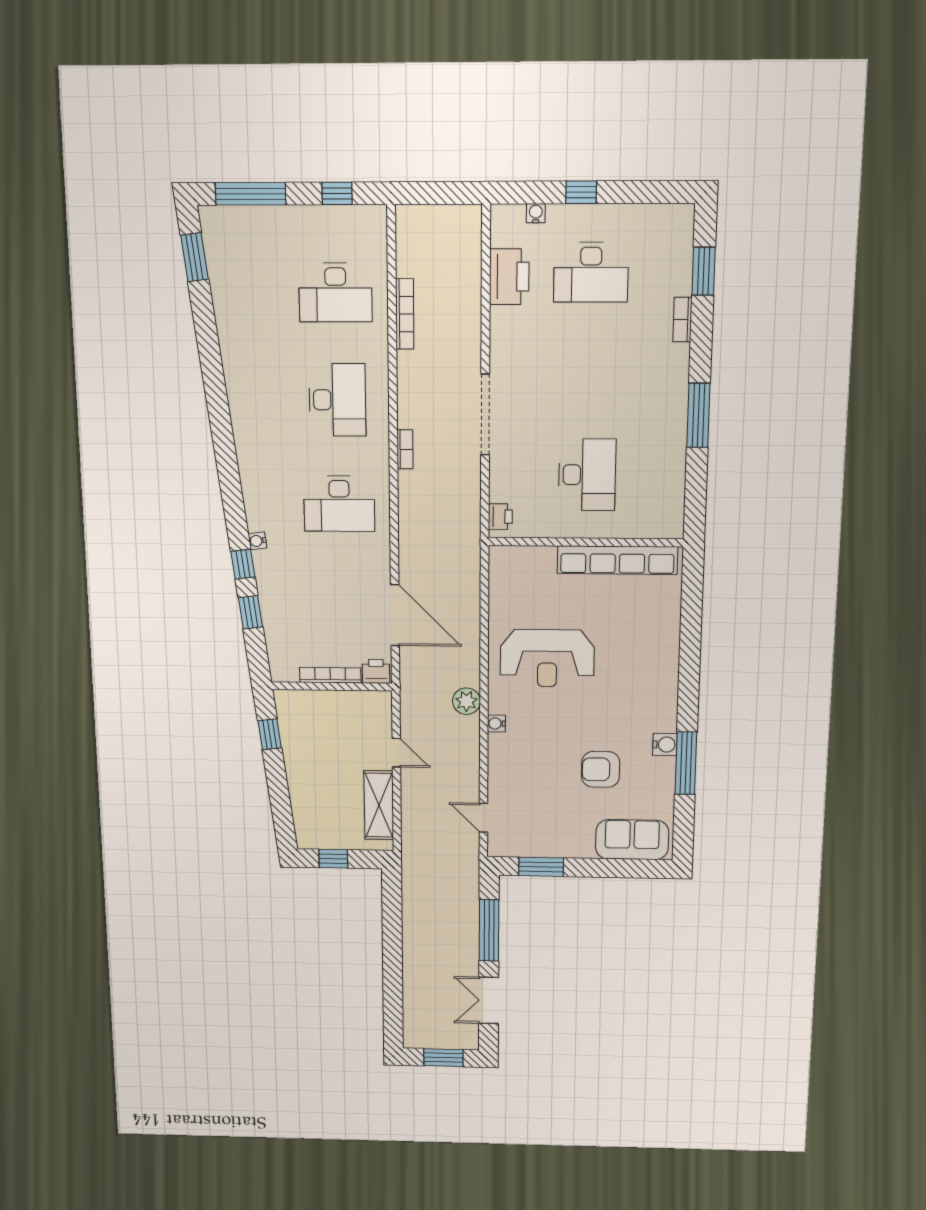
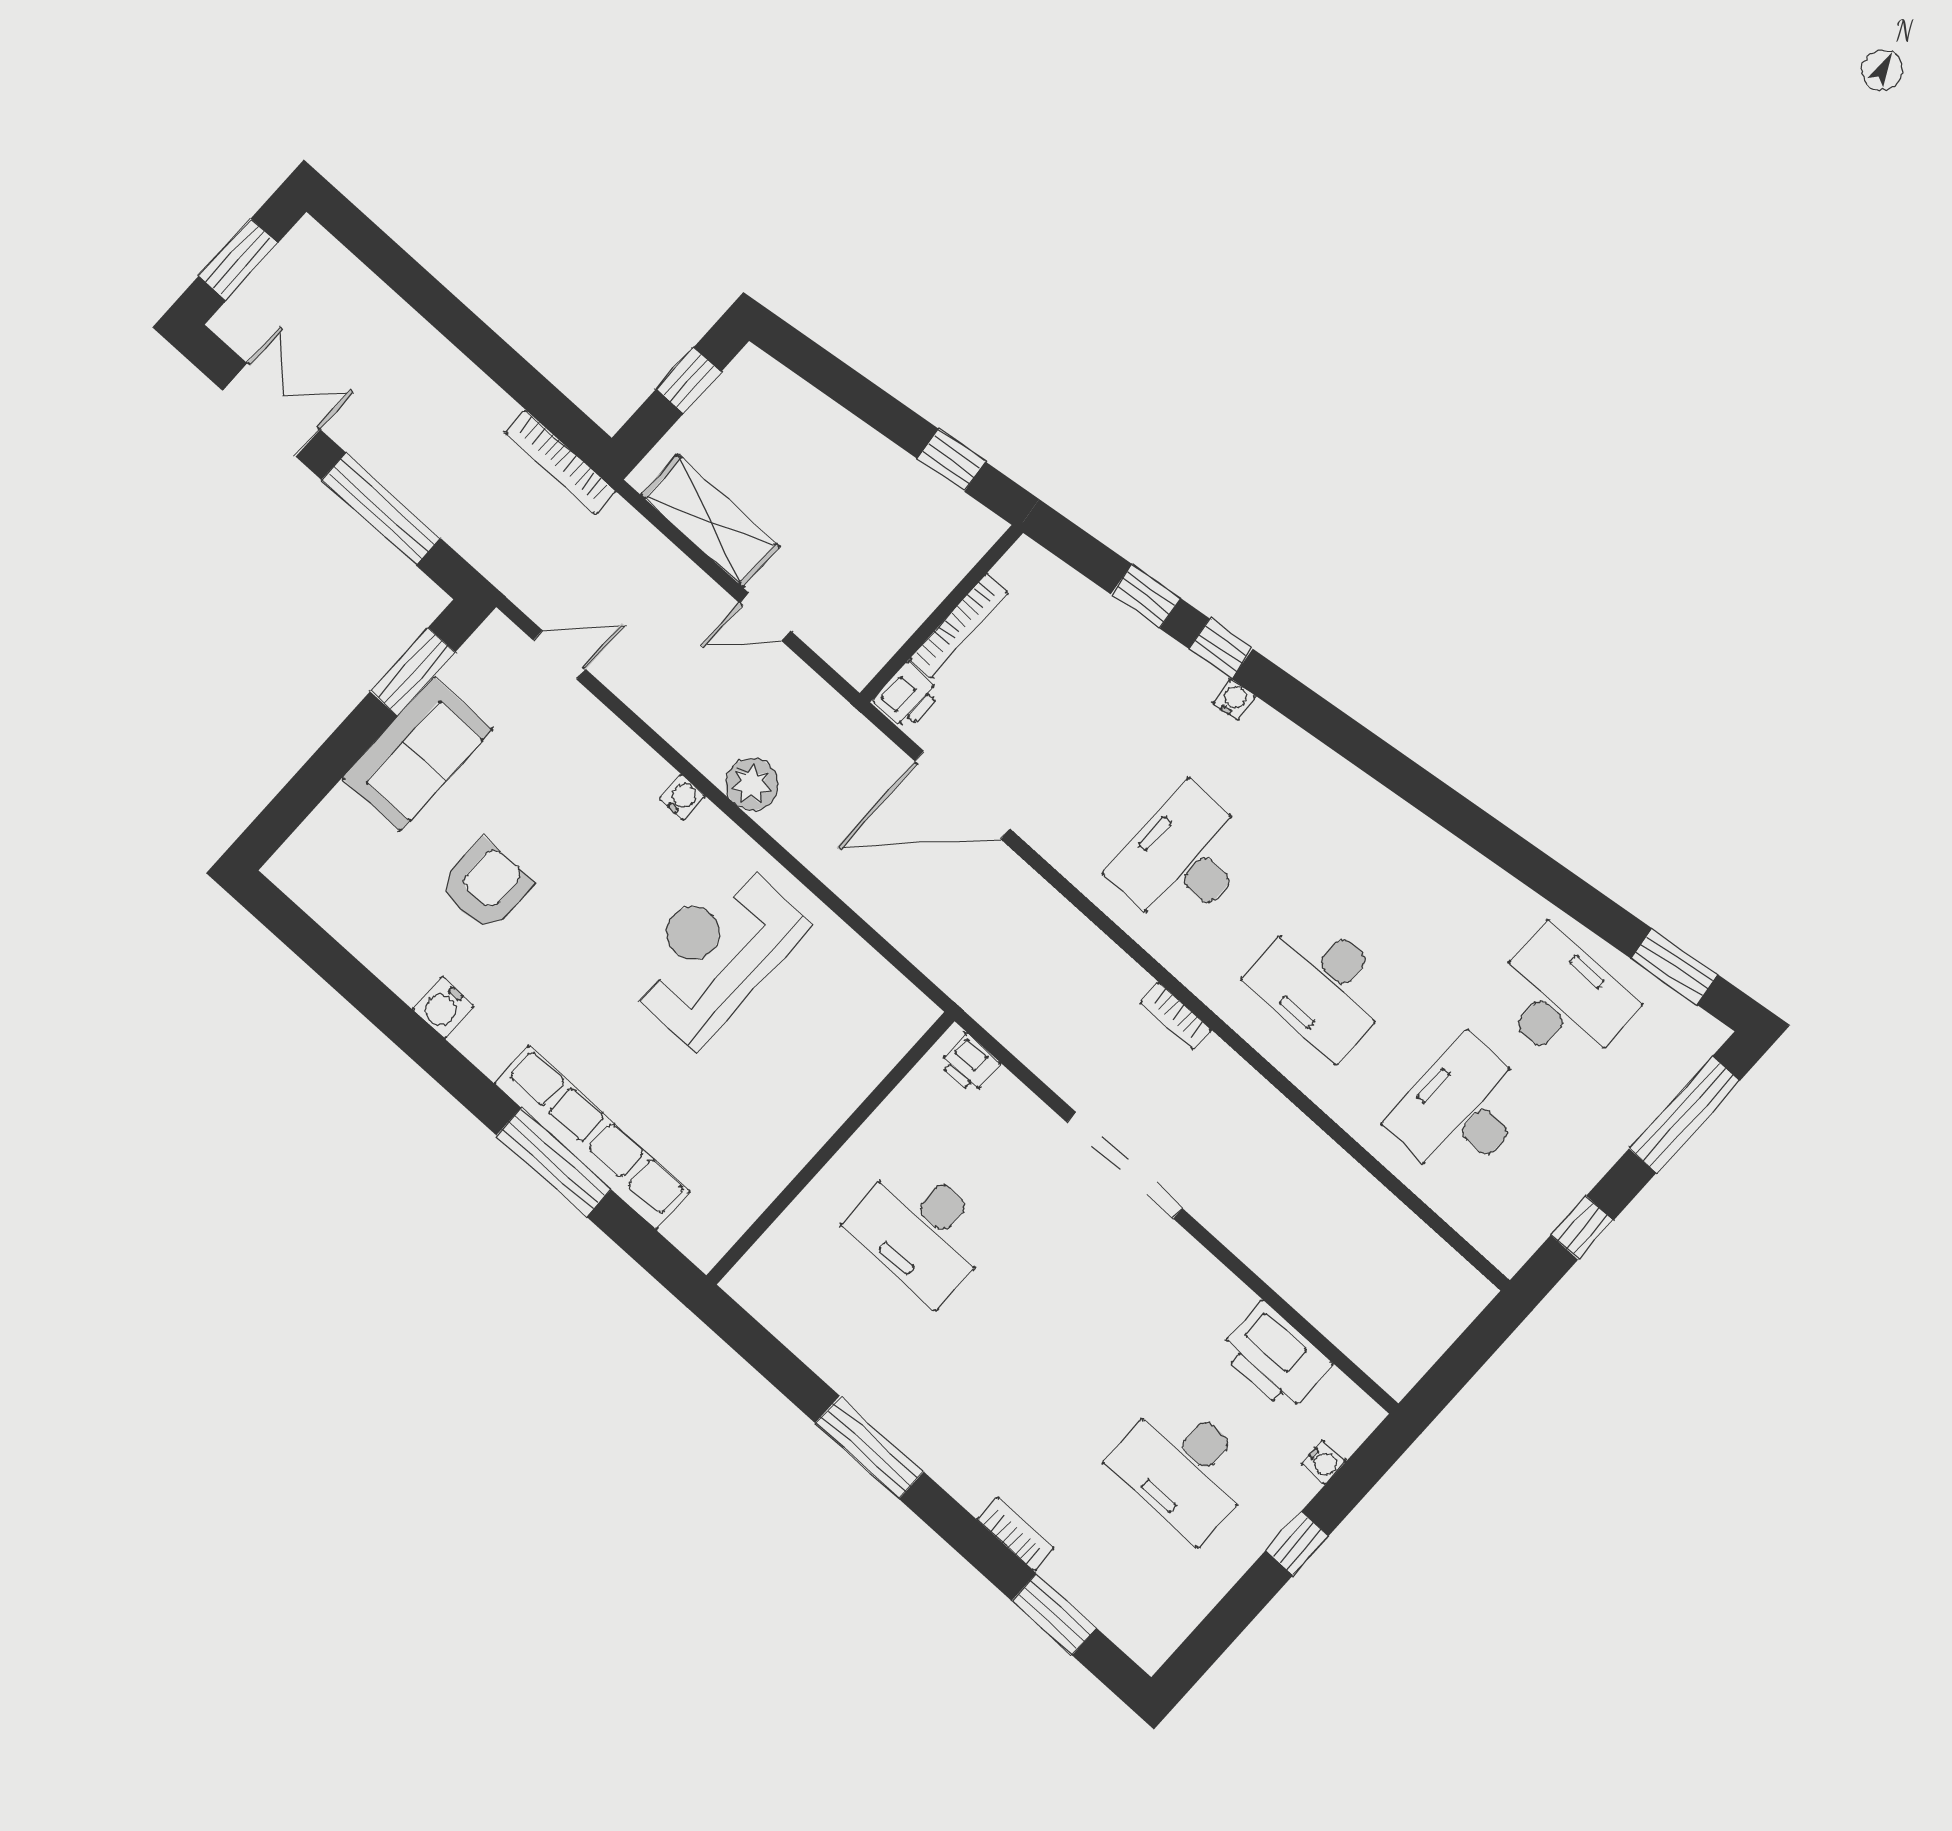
desk: (591, 272) -> (1184, 1468), turned -90
desk: (252, 293) -> (1562, 1000), added
bookcase: (405, 314) -> (560, 462), moved
row of seats: (617, 560) -> (592, 1137), moved, turned 90
window: (686, 763) -> (554, 1162), moved
sofa: (632, 840) -> (417, 754), moved

